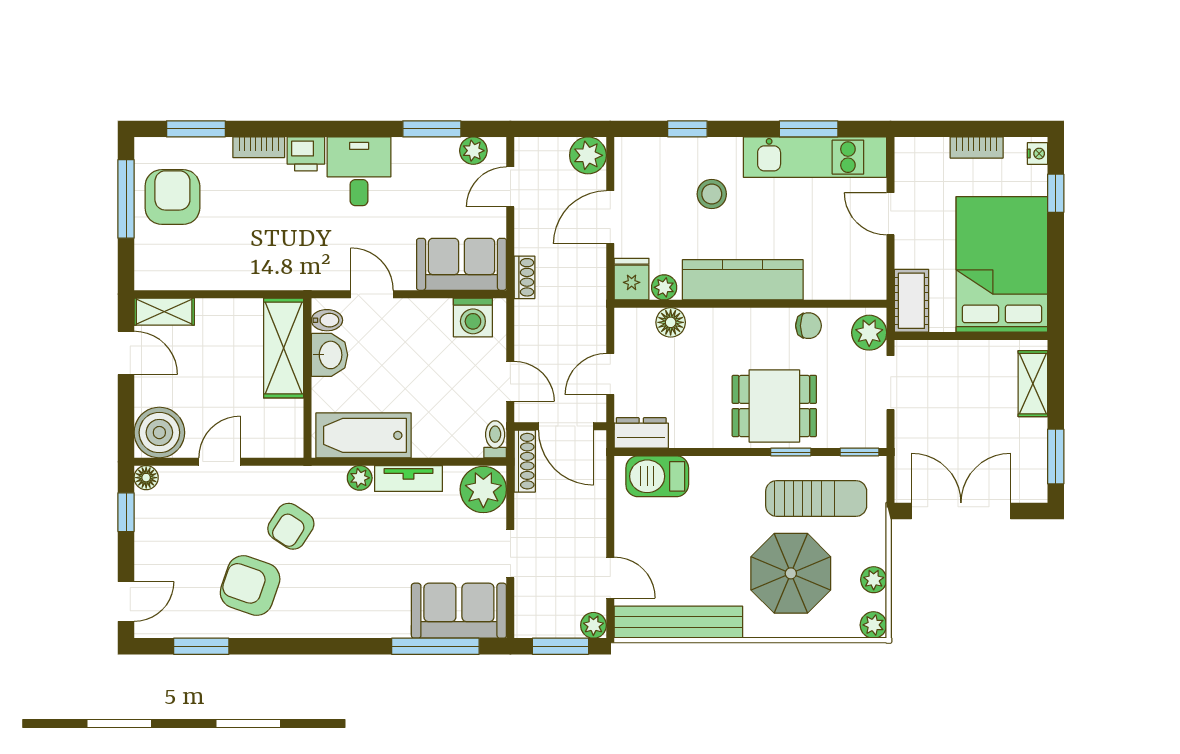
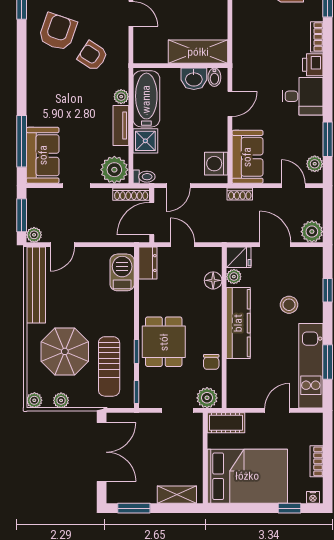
shower: (434, 437) -> (145, 141), added

